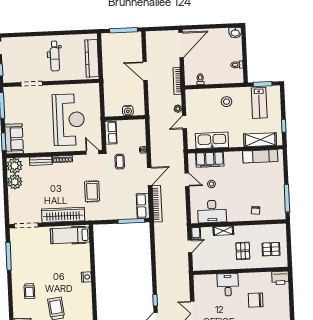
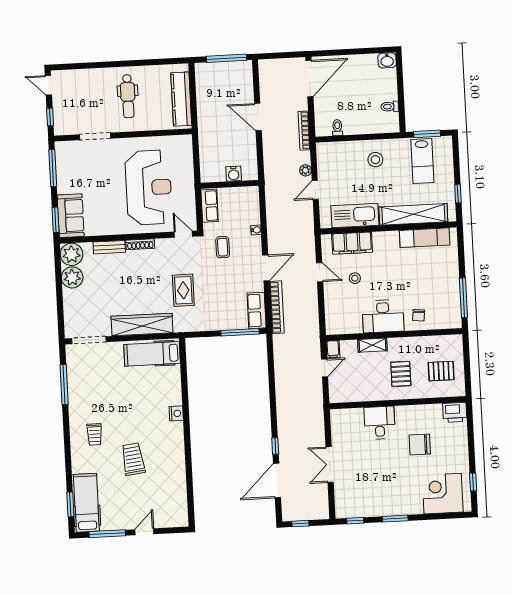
shelving: (260, 140) -> (413, 214), width x1.47
desk: (212, 211) -> (383, 316), moved

